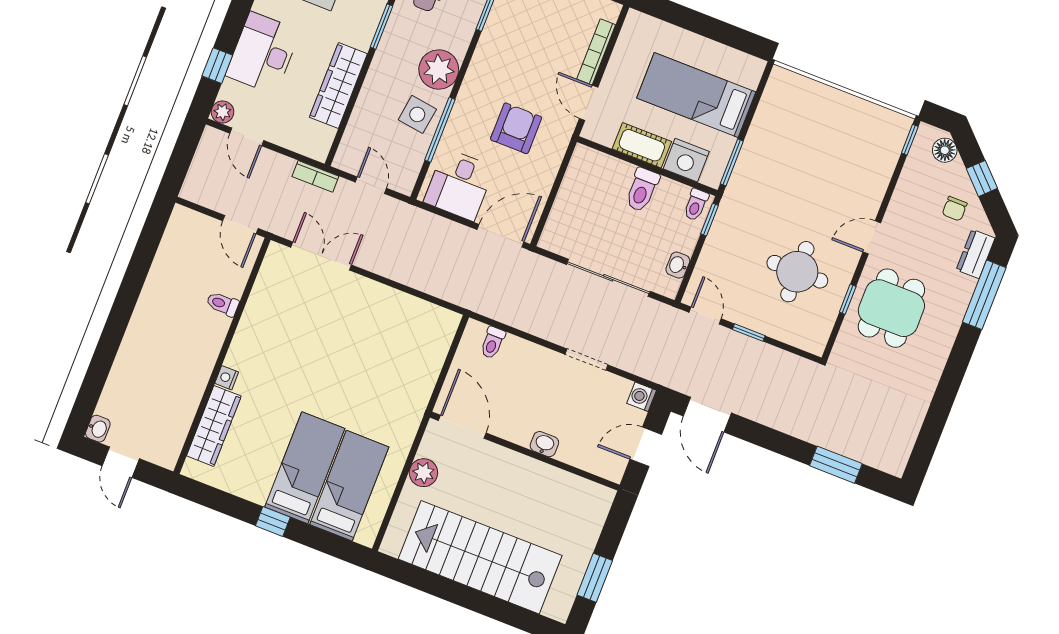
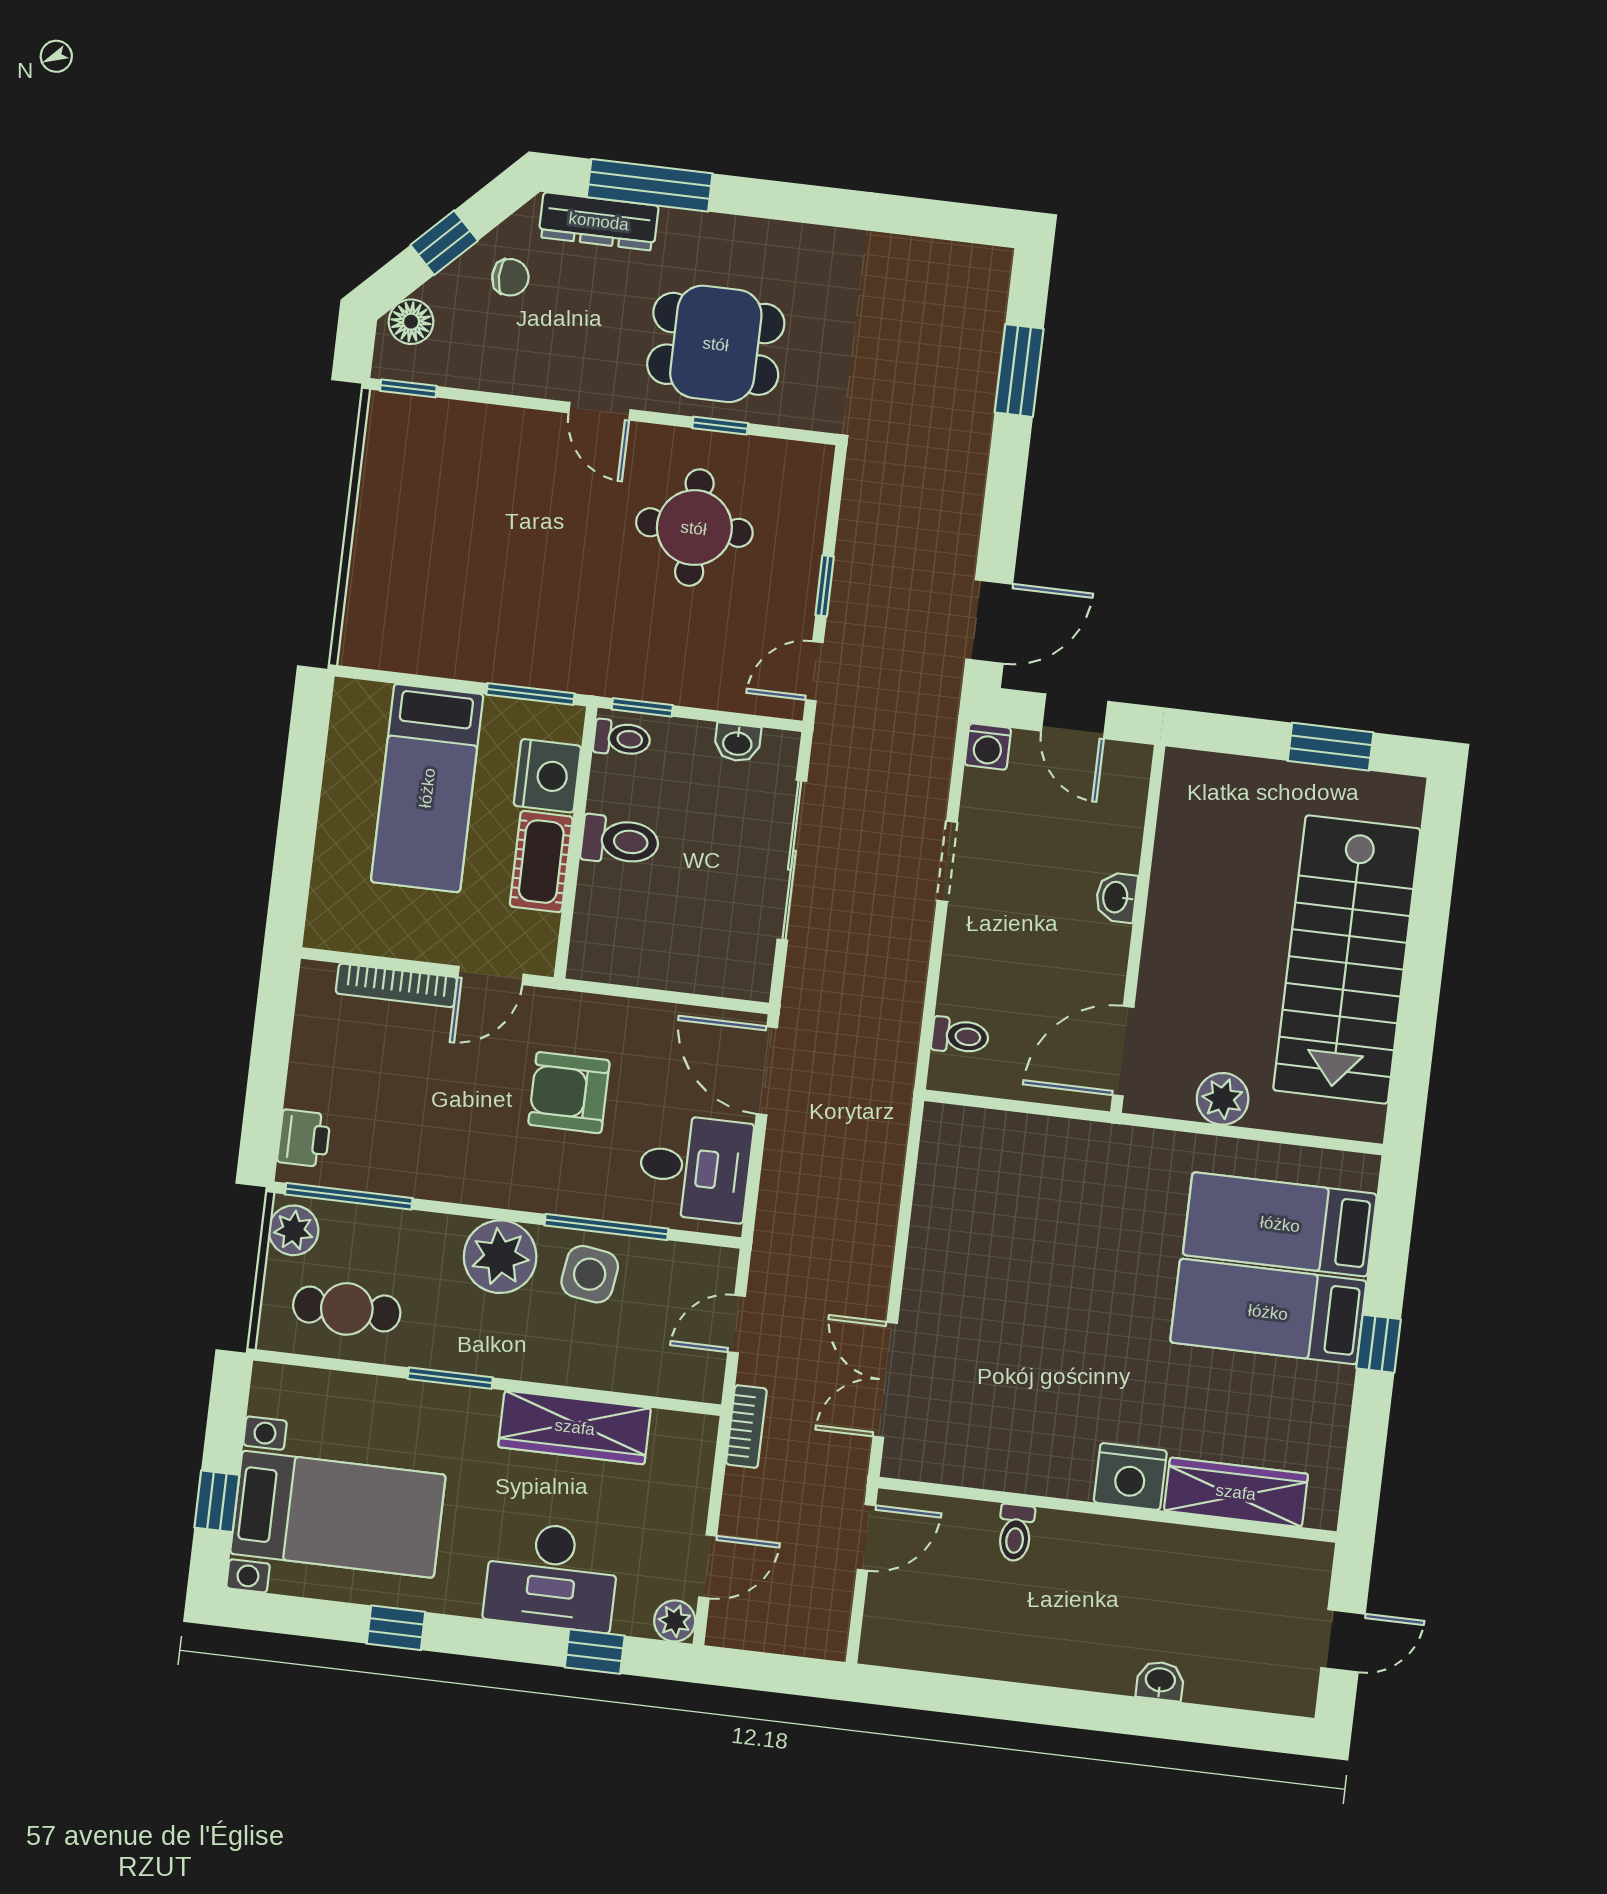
dresser: (976, 254) -> (599, 221), width x1.44
nightstand: (227, 378) -> (1130, 1476), width x1.89, depth x1.79
washbasin: (98, 429) -> (1160, 1681), moved

